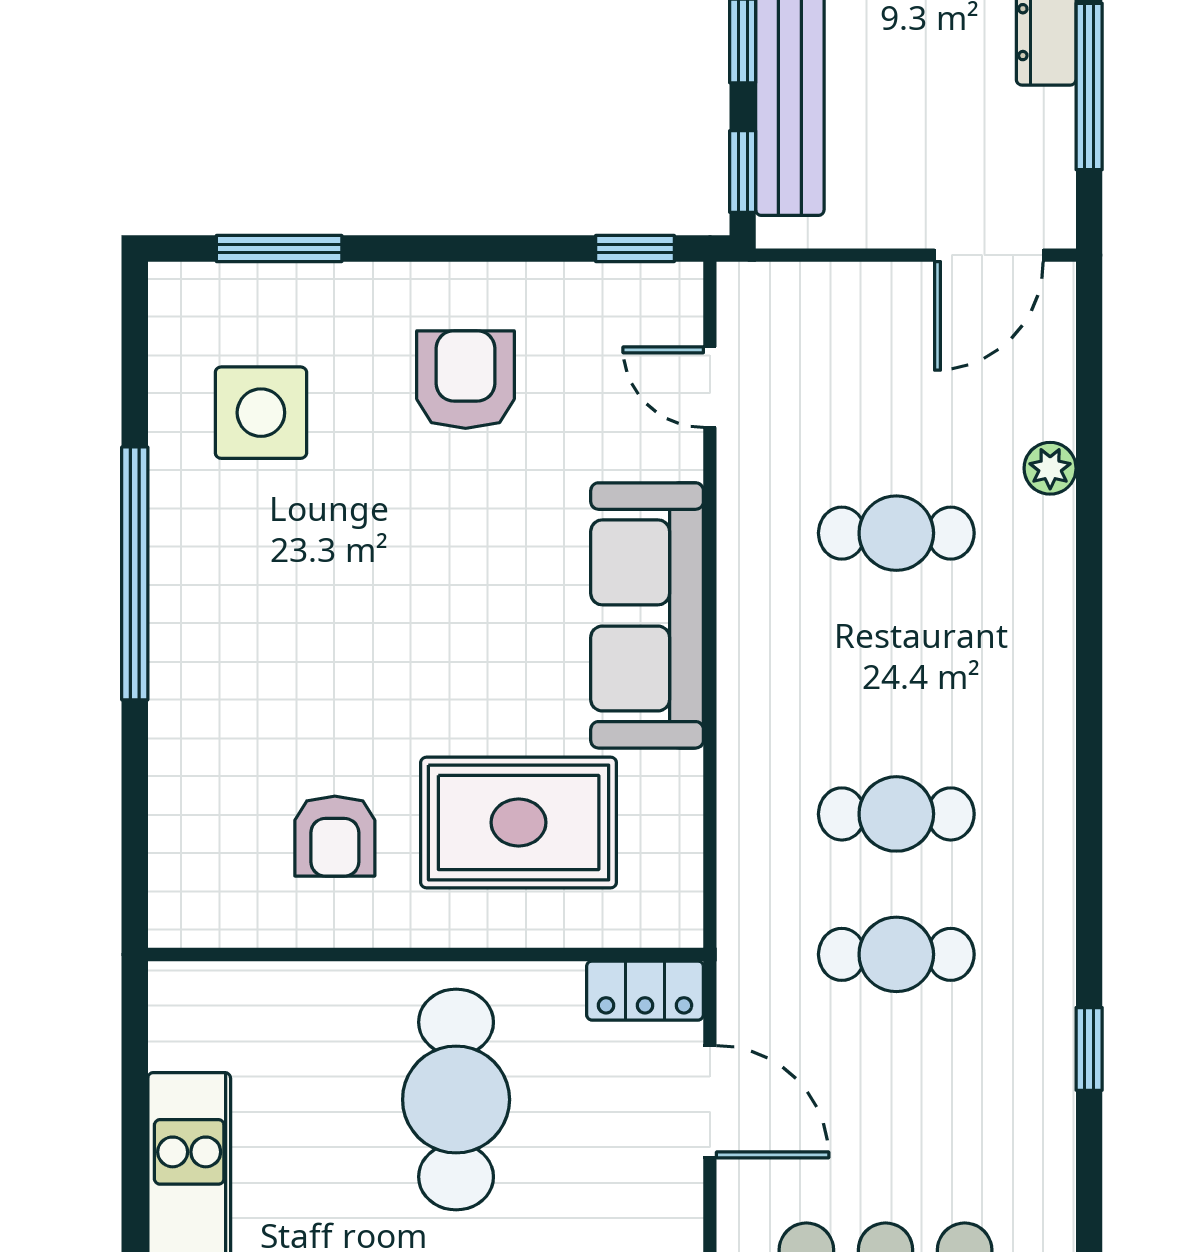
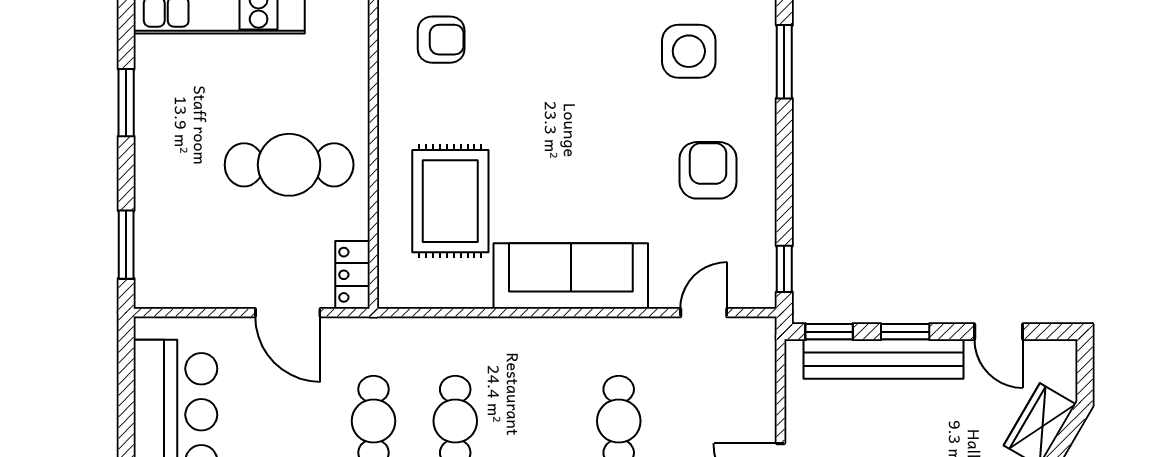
armchair: (466, 380) -> (708, 170), turned -90
armchair: (335, 836) -> (441, 40), moved, turned 180
door: (710, 1102) -> (288, 313), hinge flipped

